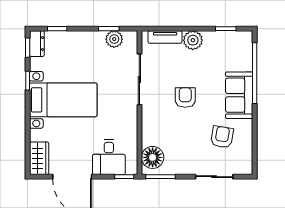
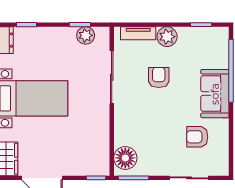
armchair: (185, 98) -> (159, 77), moved
armchair: (222, 137) -> (197, 137), turned -99
desk: (109, 157) -> (80, 158), removed

